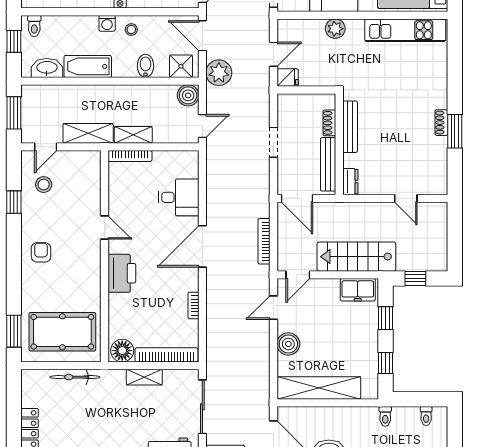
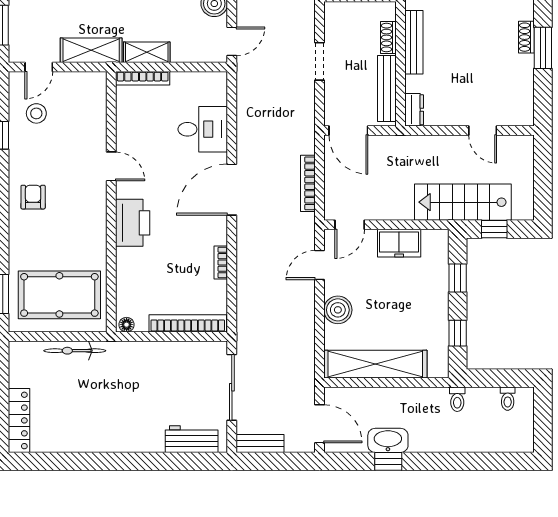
stairs: (356, 257) -> (463, 202), moved
freezer: (358, 290) -> (399, 243), moved
floor lamp: (122, 351) -> (127, 325), width x0.53, depth x0.53
shelving: (144, 377) -> (160, 351), removed

